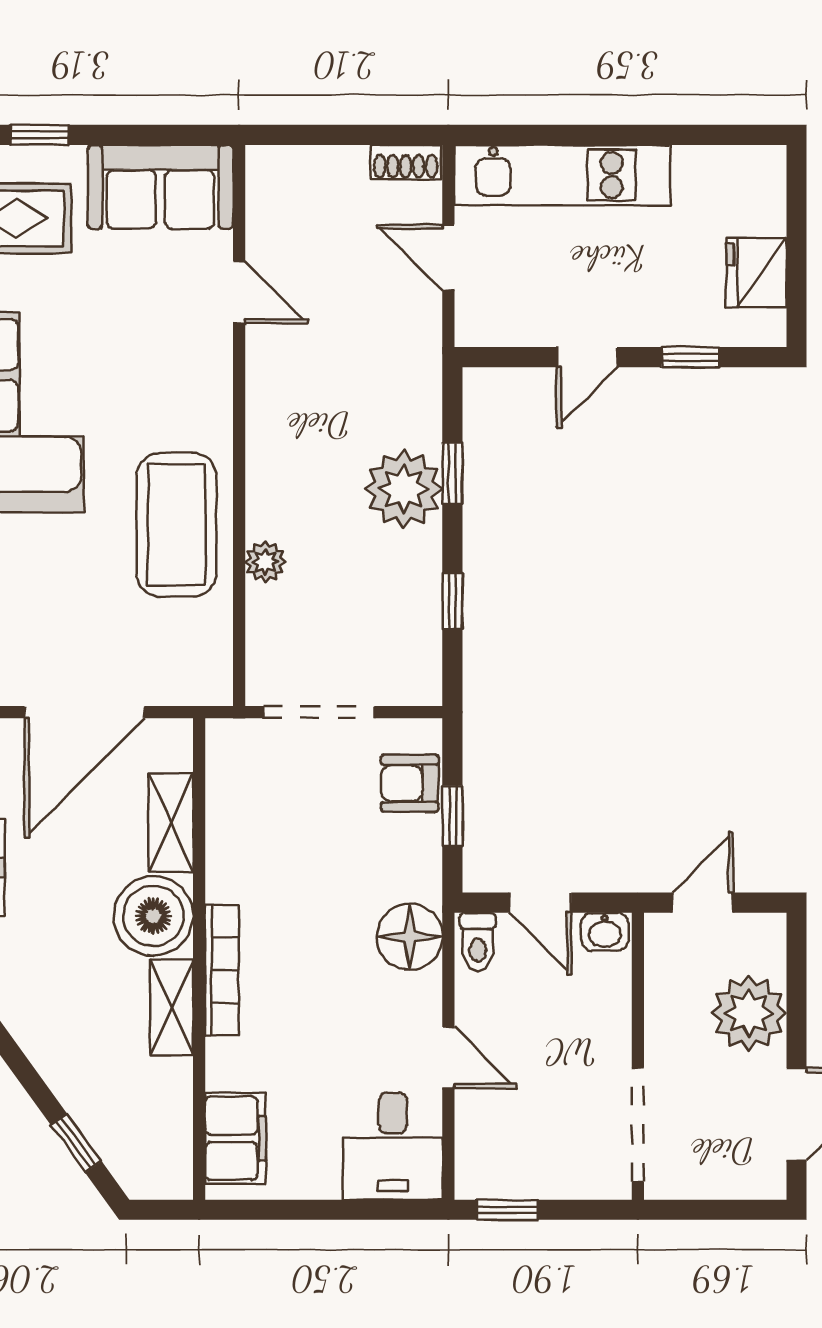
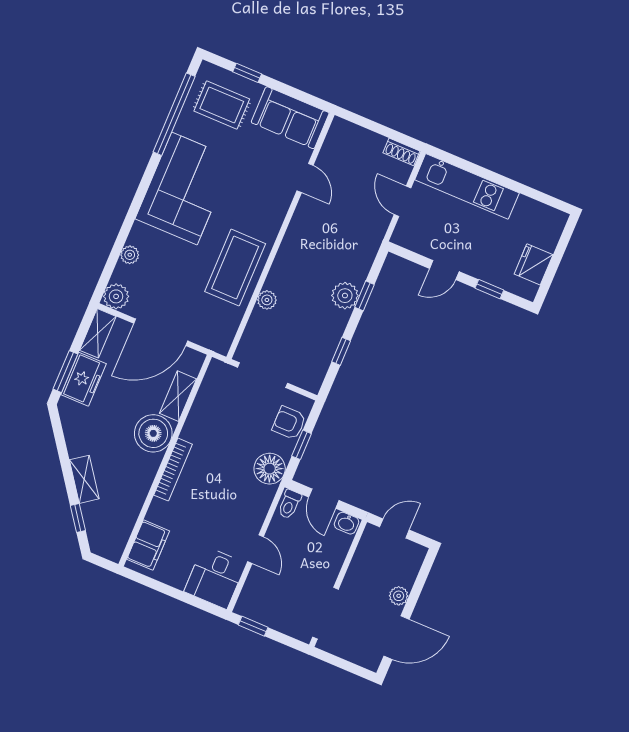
plant: (404, 489) -> (345, 296), width x0.73, depth x0.73
floor lamp: (410, 937) -> (270, 469), moved
shelving: (172, 1007) -> (84, 479), moved, turned -36
plant: (749, 1013) -> (399, 596), width x0.53, depth x0.53

